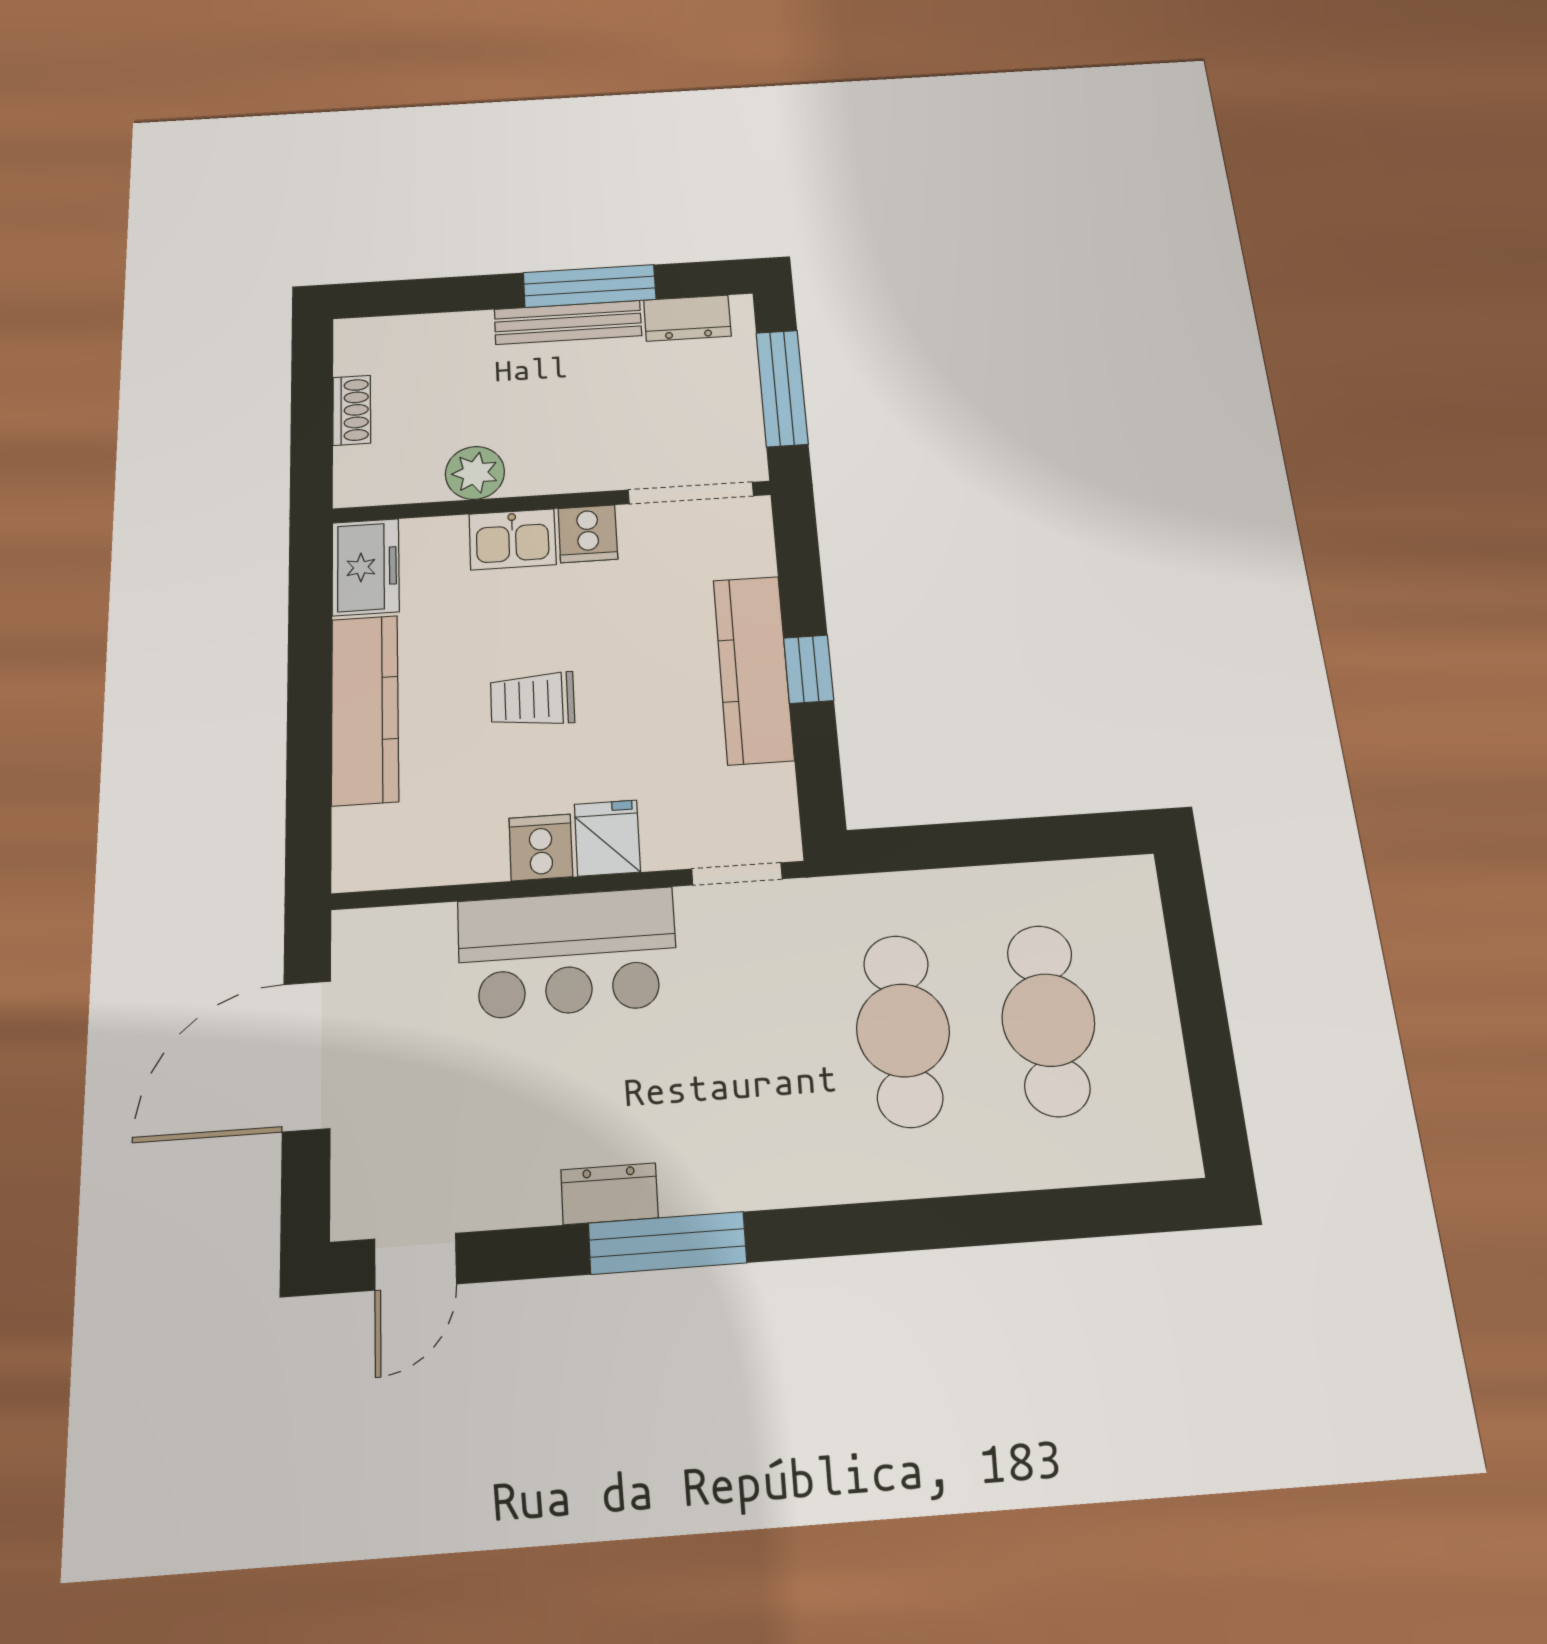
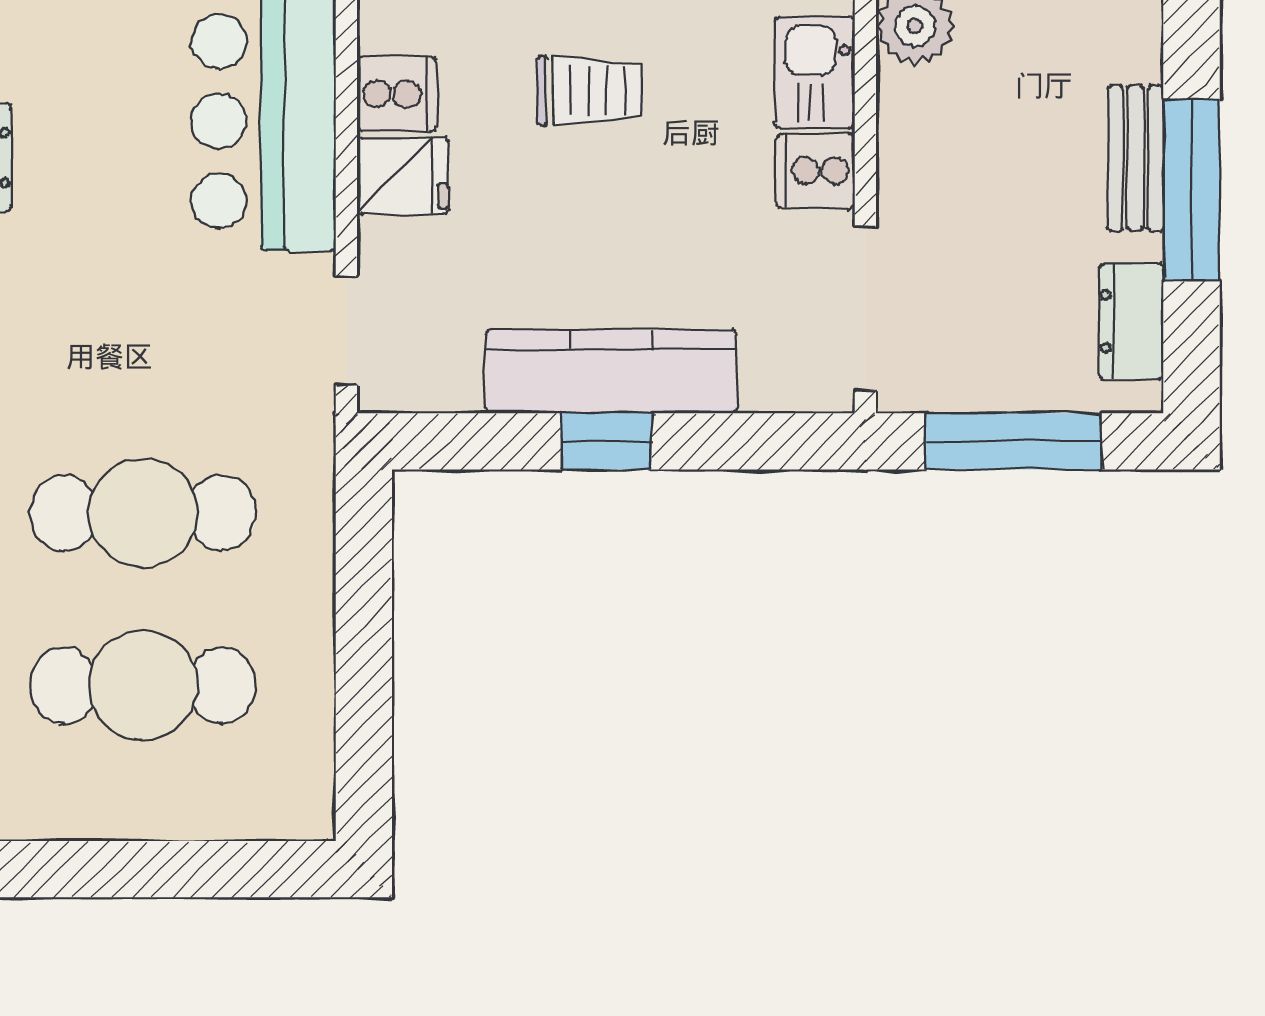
bench: (568, 322) -> (1136, 158), width x0.73
trolley: (532, 700) -> (590, 91), turned 90

